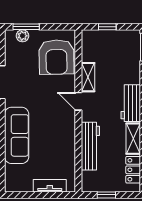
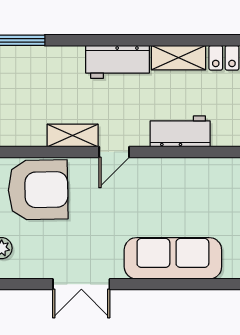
workbench: (90, 146) -> (180, 131), width x0.73

